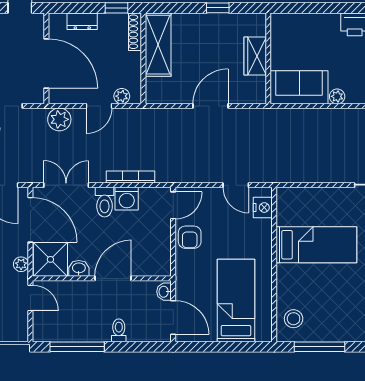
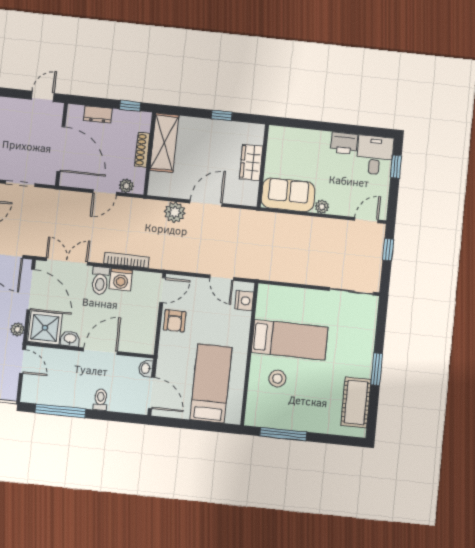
shoe rack: (135, 32) -> (142, 150), moved
plant: (59, 119) -> (175, 212), moved
stool: (294, 319) -> (277, 378), moved

